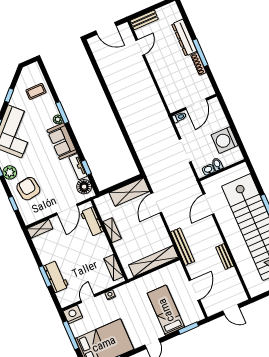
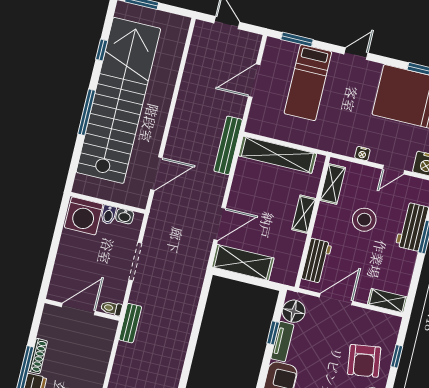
washing machine: (225, 140) -> (84, 216), moved, turned 90
shelving: (112, 230) -> (304, 214), moved
bench: (225, 256) -> (130, 323), moved
stool: (83, 261) -> (364, 220), added

